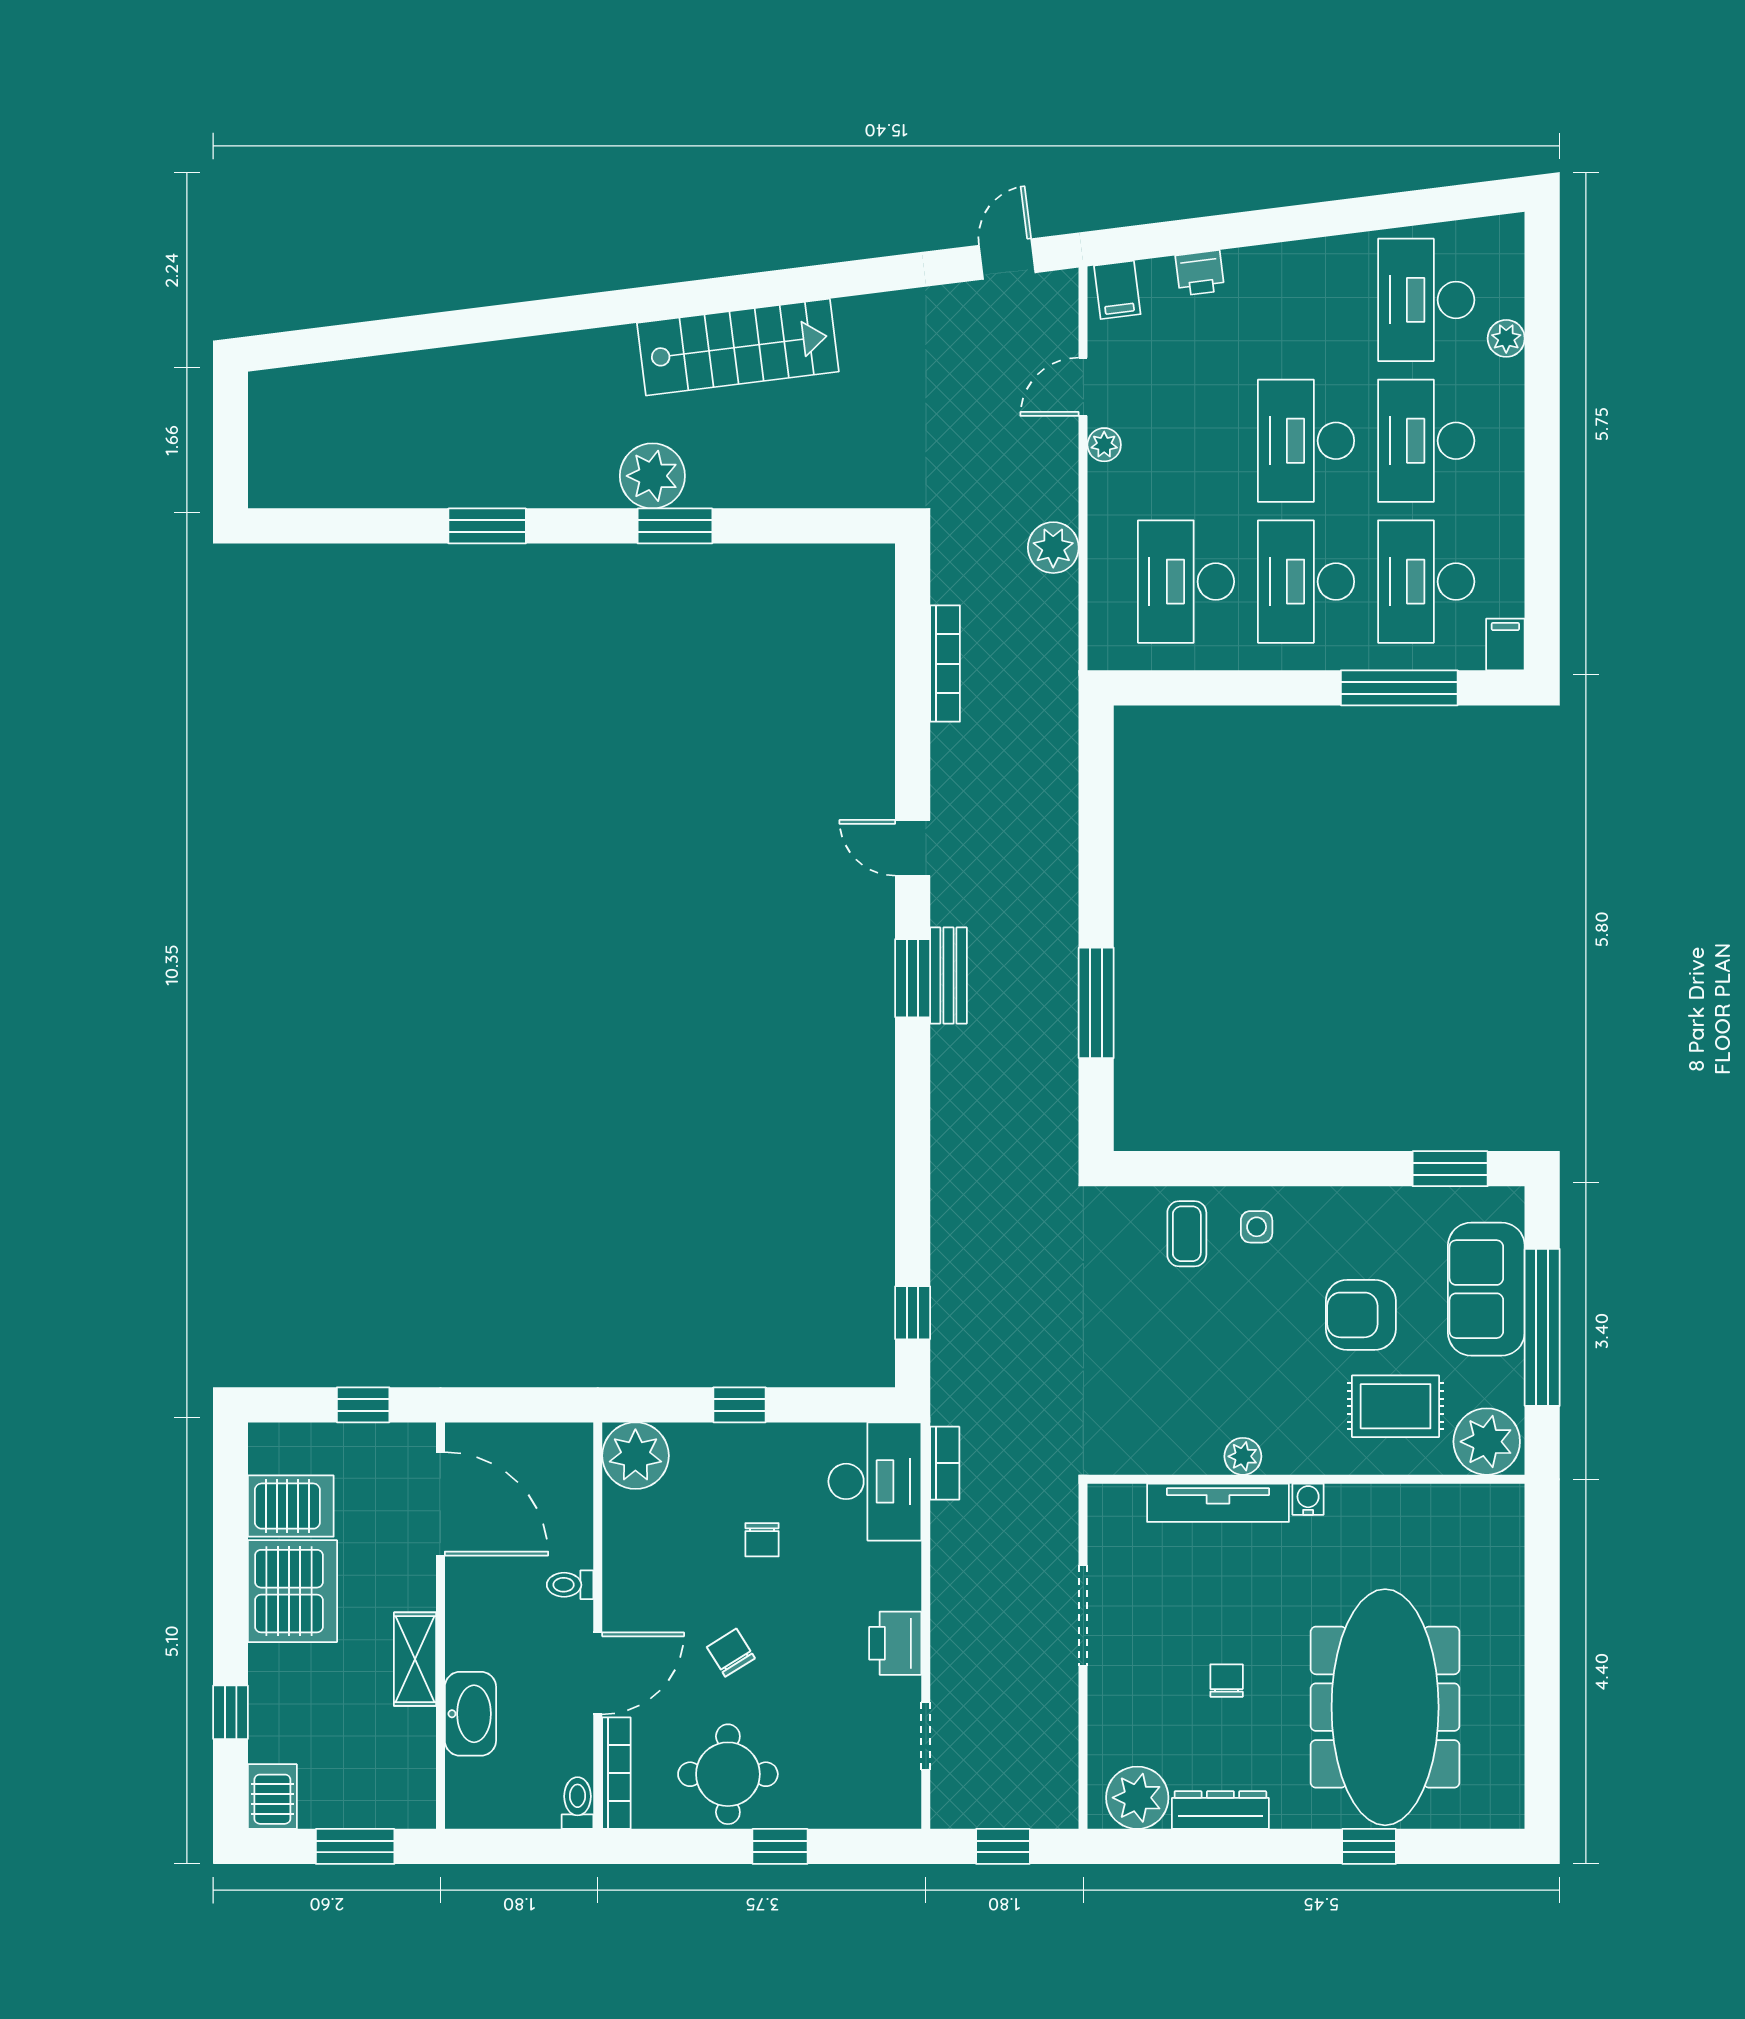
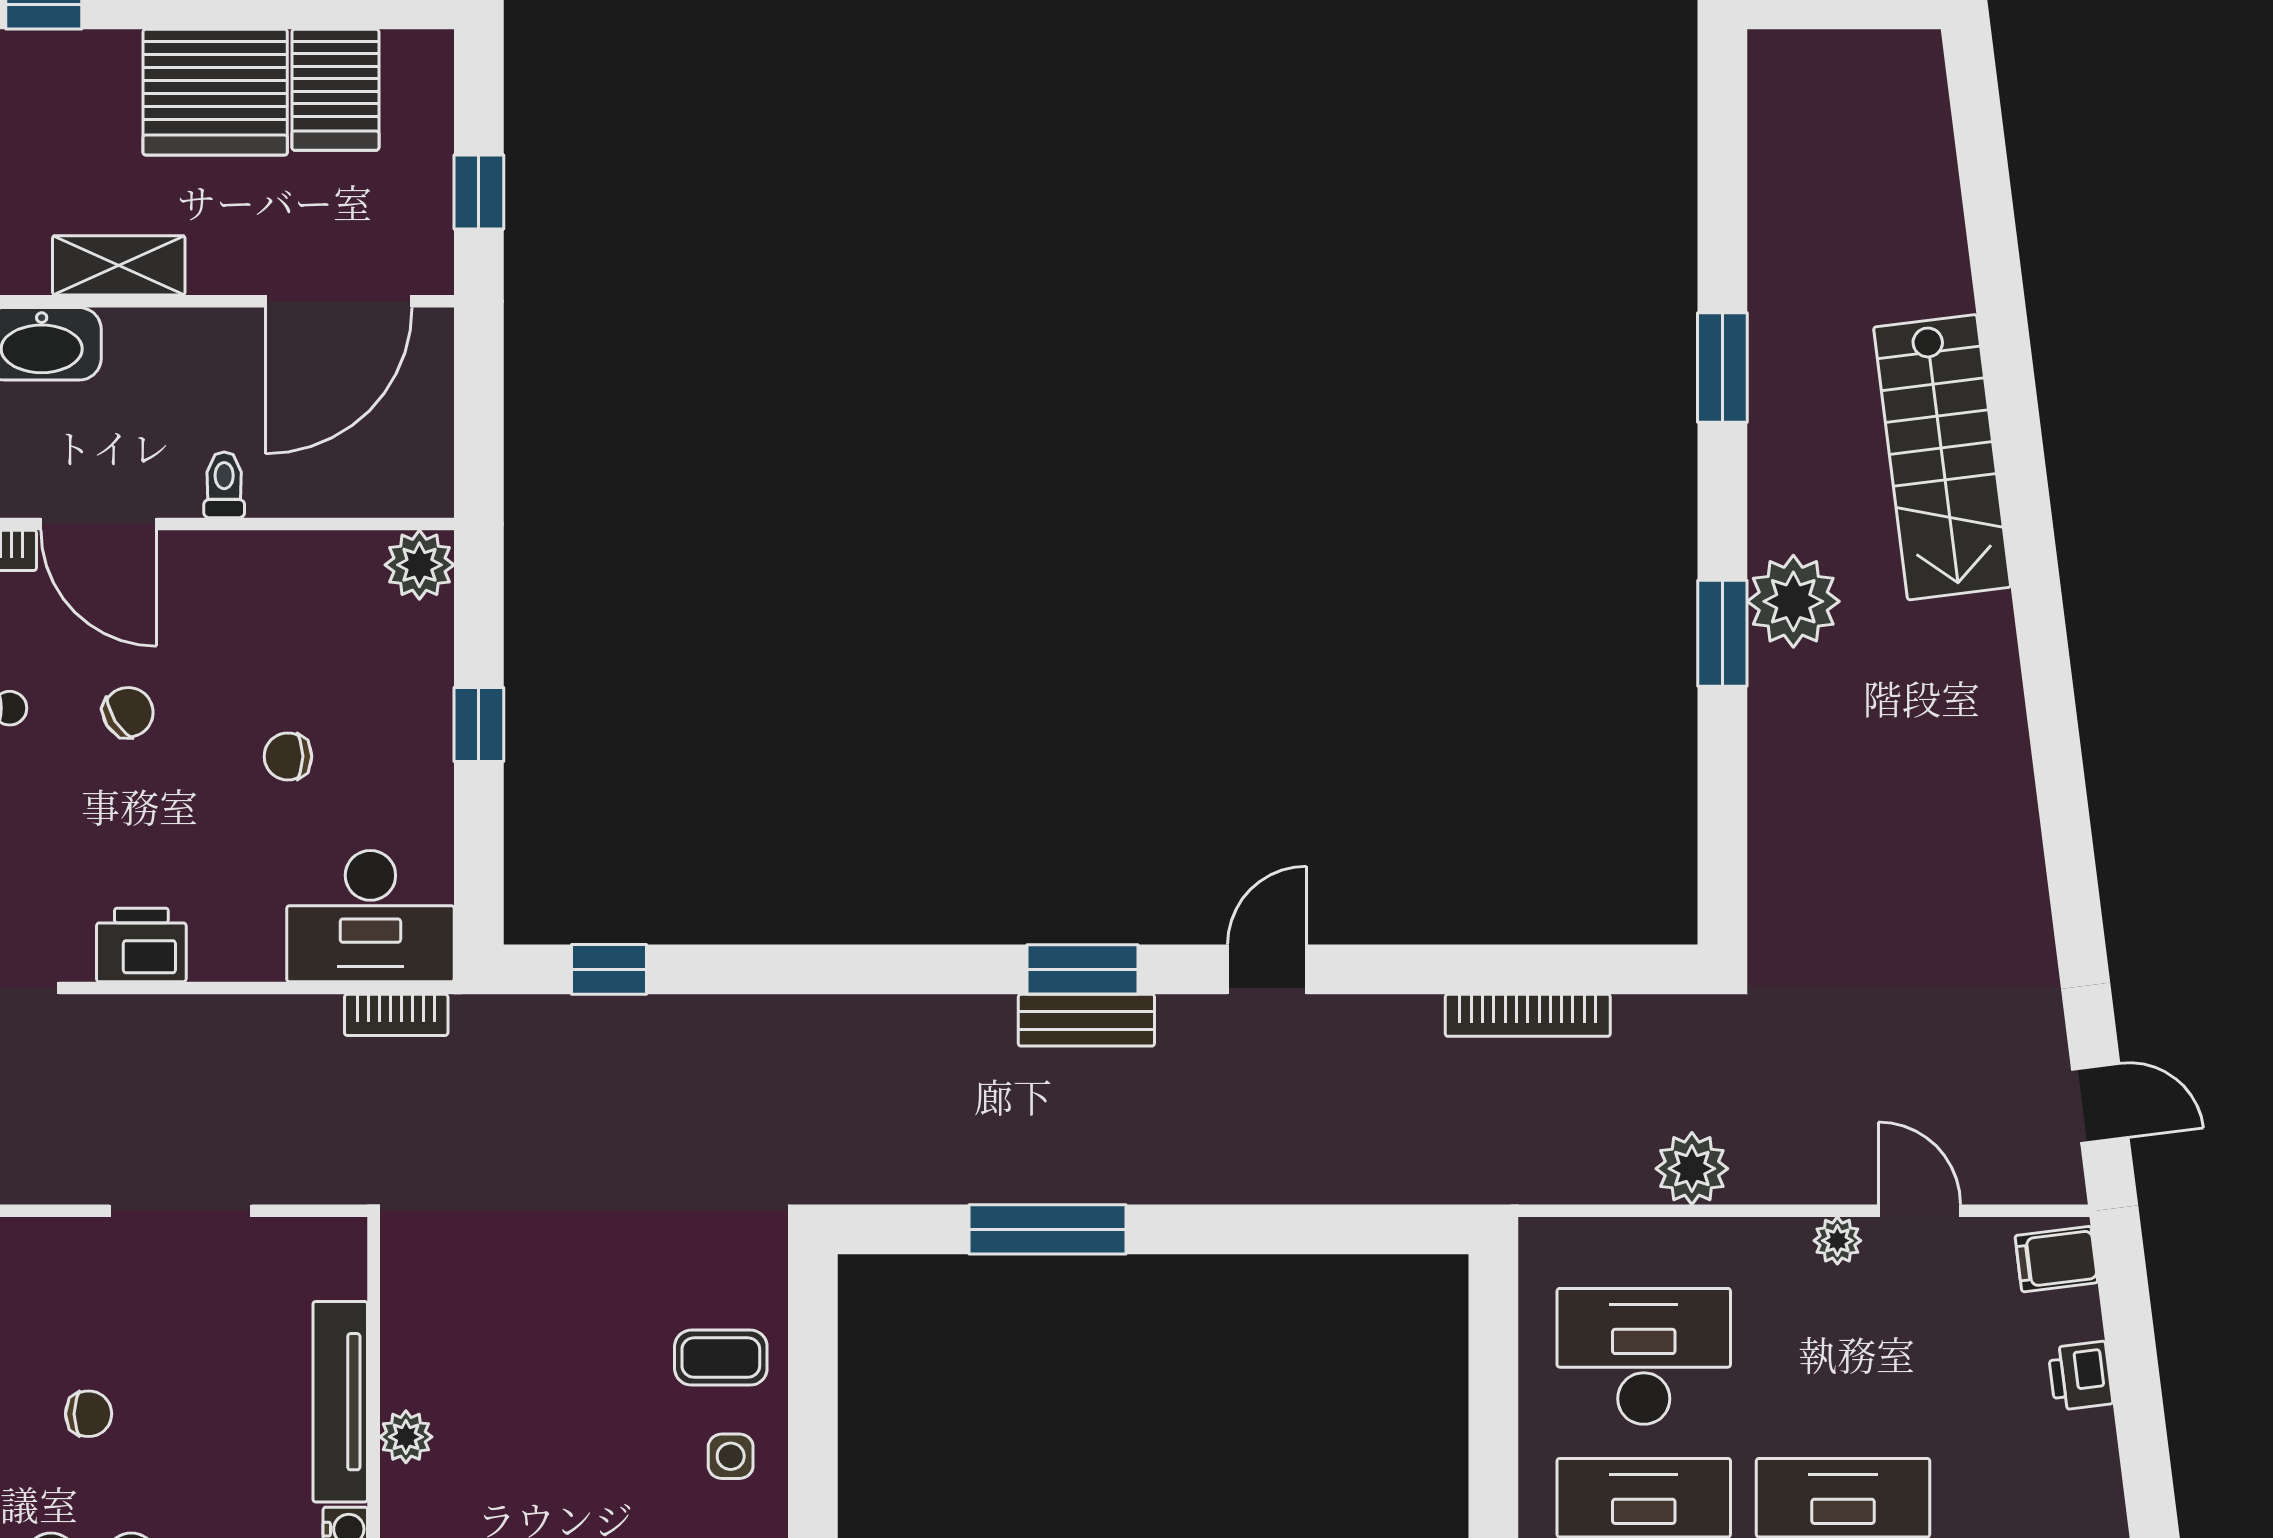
stairs: (738, 347) -> (1942, 457), moved
plant: (635, 1456) -> (419, 565), width x0.73, depth x0.73

